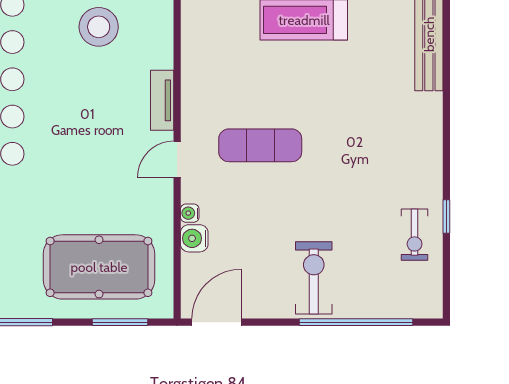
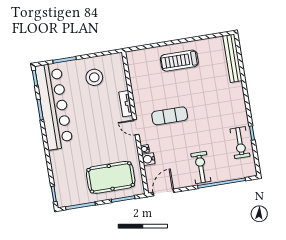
door: (177, 159) -> (136, 127), hinge flipped
exercise bike: (415, 235) -> (240, 143), width x1.38, depth x1.39

